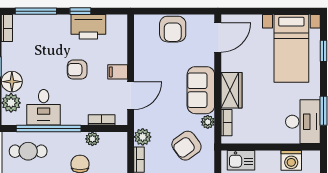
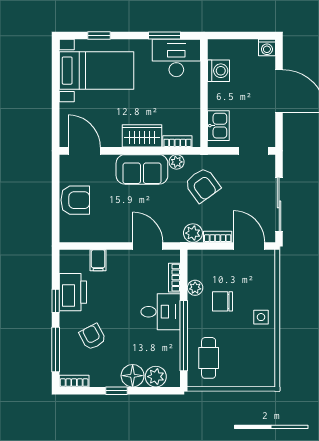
armchair: (77, 70) -> (93, 337), moved, turned 152
filing cabinet: (118, 72) -> (98, 260), moved
desk: (44, 107) -> (161, 312), moved

